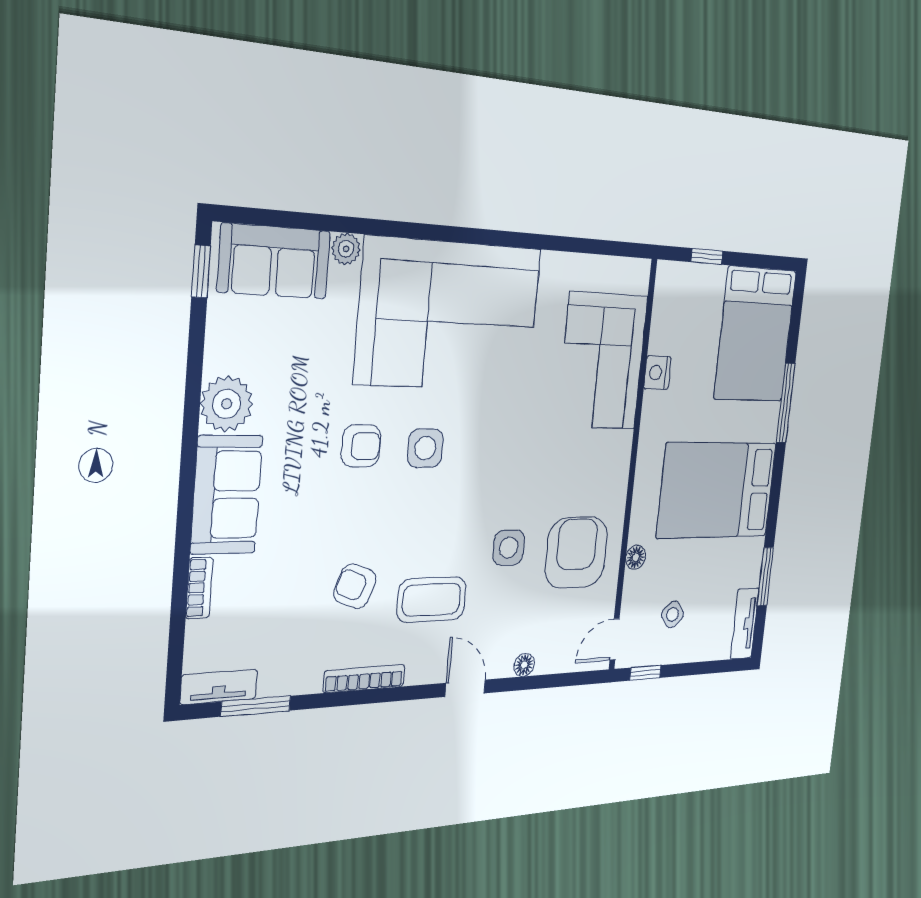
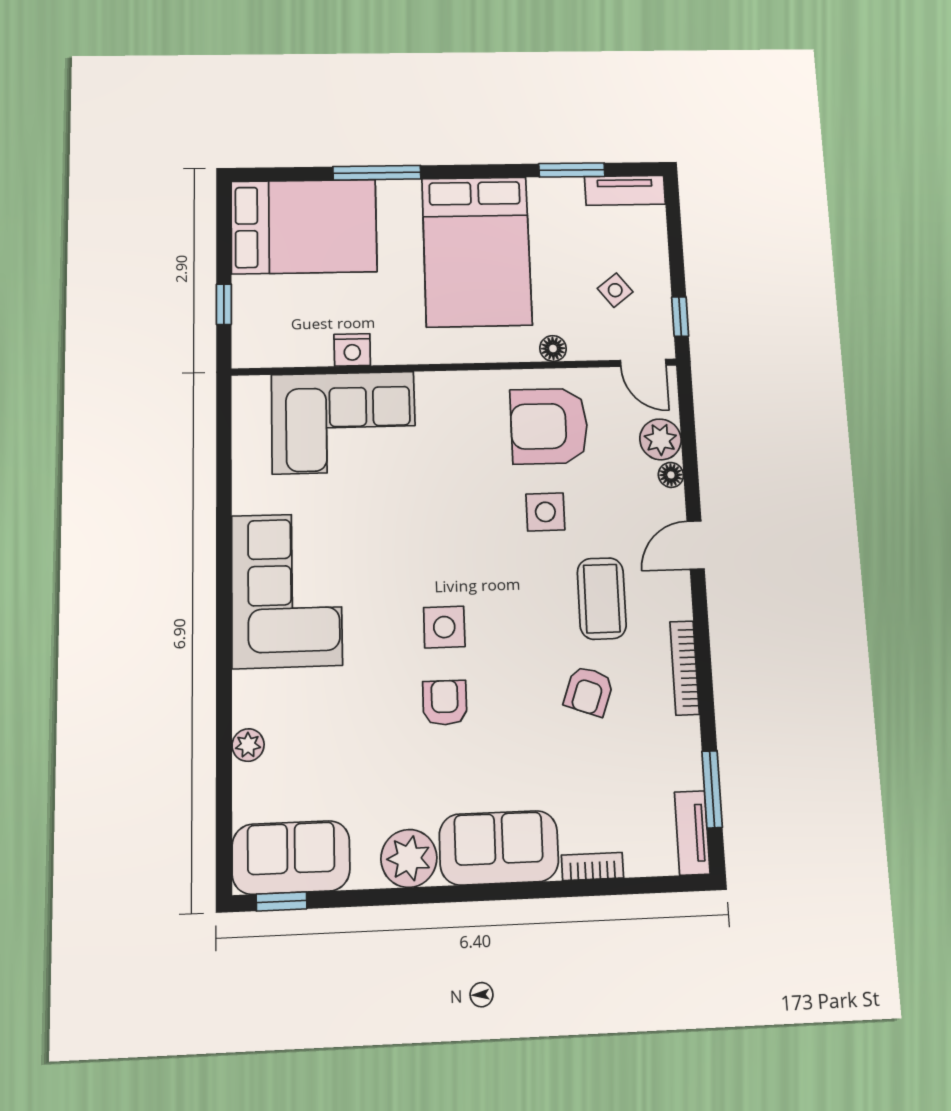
sofa: (274, 261) -> (291, 857), moved, turned -90
corner sofa: (449, 315) -> (287, 590), width x0.73, depth x0.74
plant: (553, 655) -> (660, 439), added

